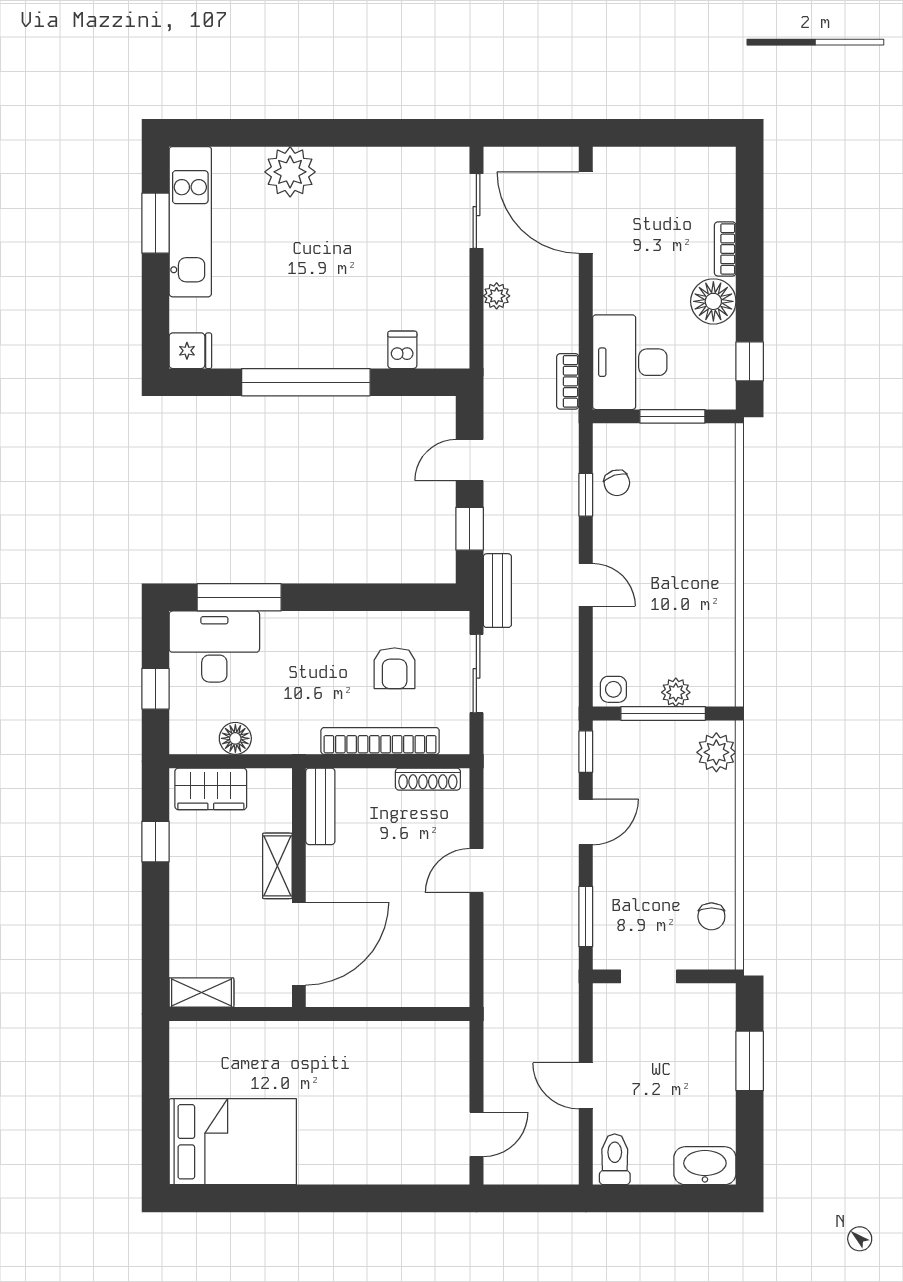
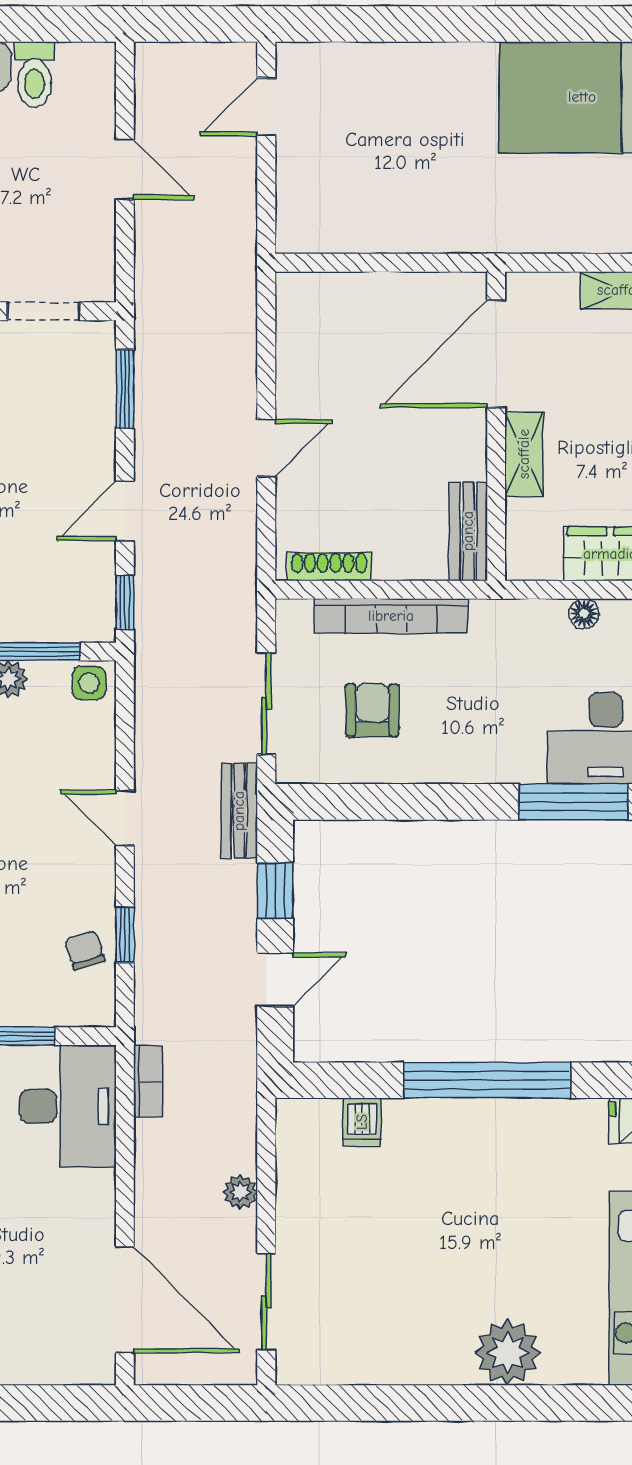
floor lamp: (235, 738) -> (584, 614), width x0.73, depth x0.73
toilet: (615, 1159) -> (34, 75), moved

